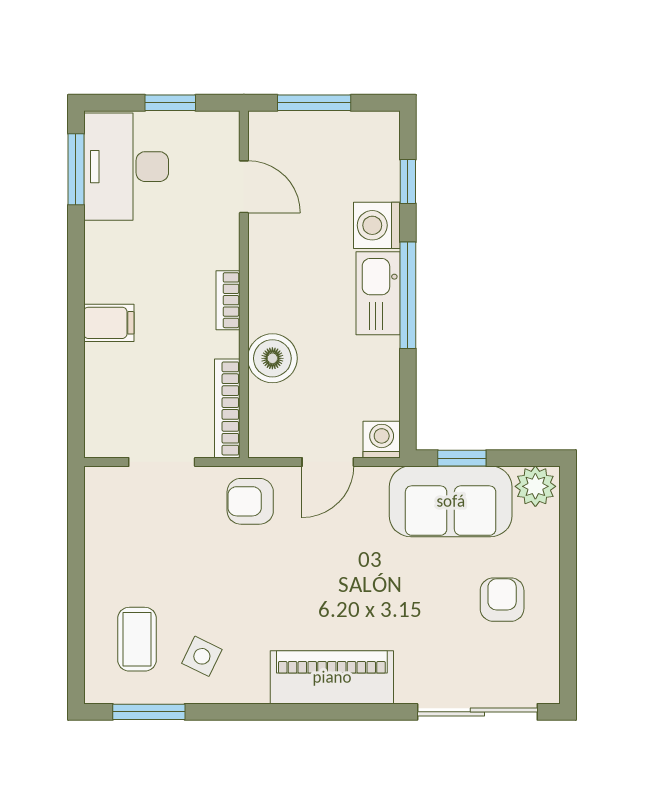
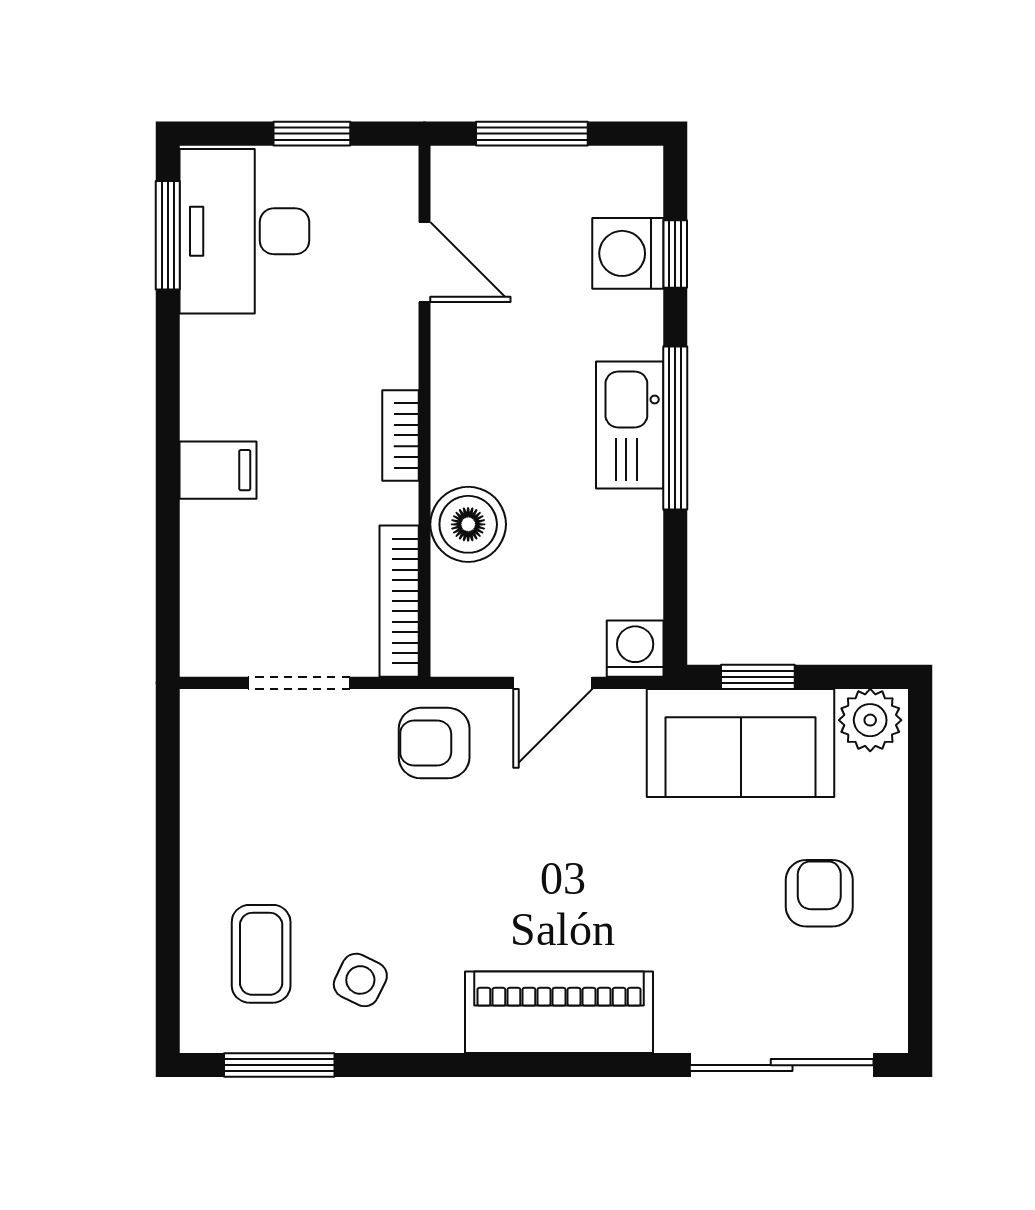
washing machine: (377, 225) -> (628, 253), moved

